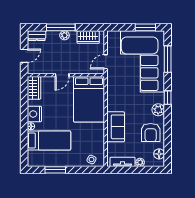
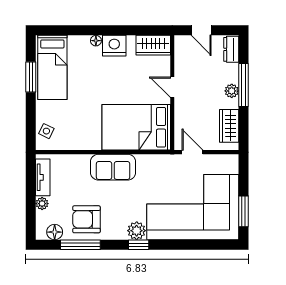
window: (168, 59) -> (80, 245), moved
plant: (158, 110) -> (137, 231), moved
sofa: (116, 127) -> (113, 167), moved
bed: (49, 141) -> (52, 67), moved

